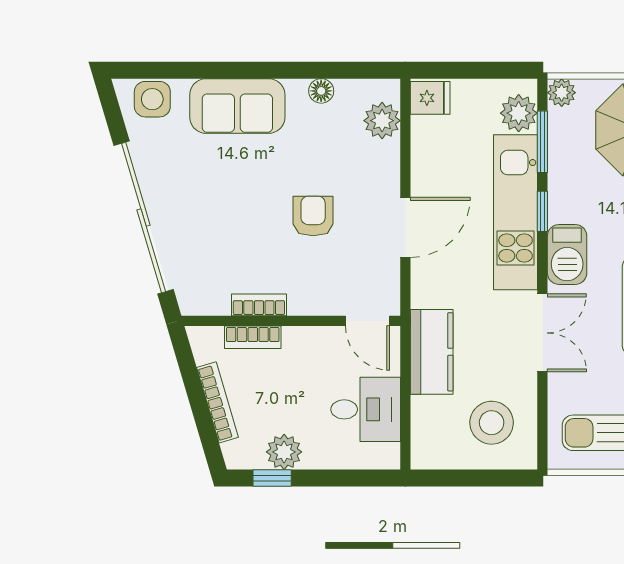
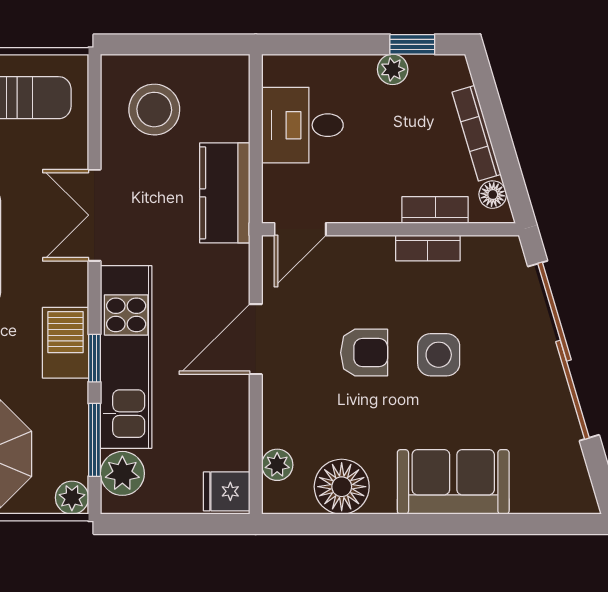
floor lamp: (321, 91) -> (342, 487), width x1.89, depth x1.89
side table: (152, 99) -> (439, 355), moved
plant: (382, 121) -> (277, 465), width x0.73, depth x0.73
armchair: (313, 216) -> (364, 353), turned -90
barbecue: (567, 254) -> (65, 343), moved
door: (367, 321) -> (300, 229), swing flipped
floor lamp: (204, 350) -> (493, 195), added
plant: (284, 452) -> (393, 69), width x0.73, depth x0.73

